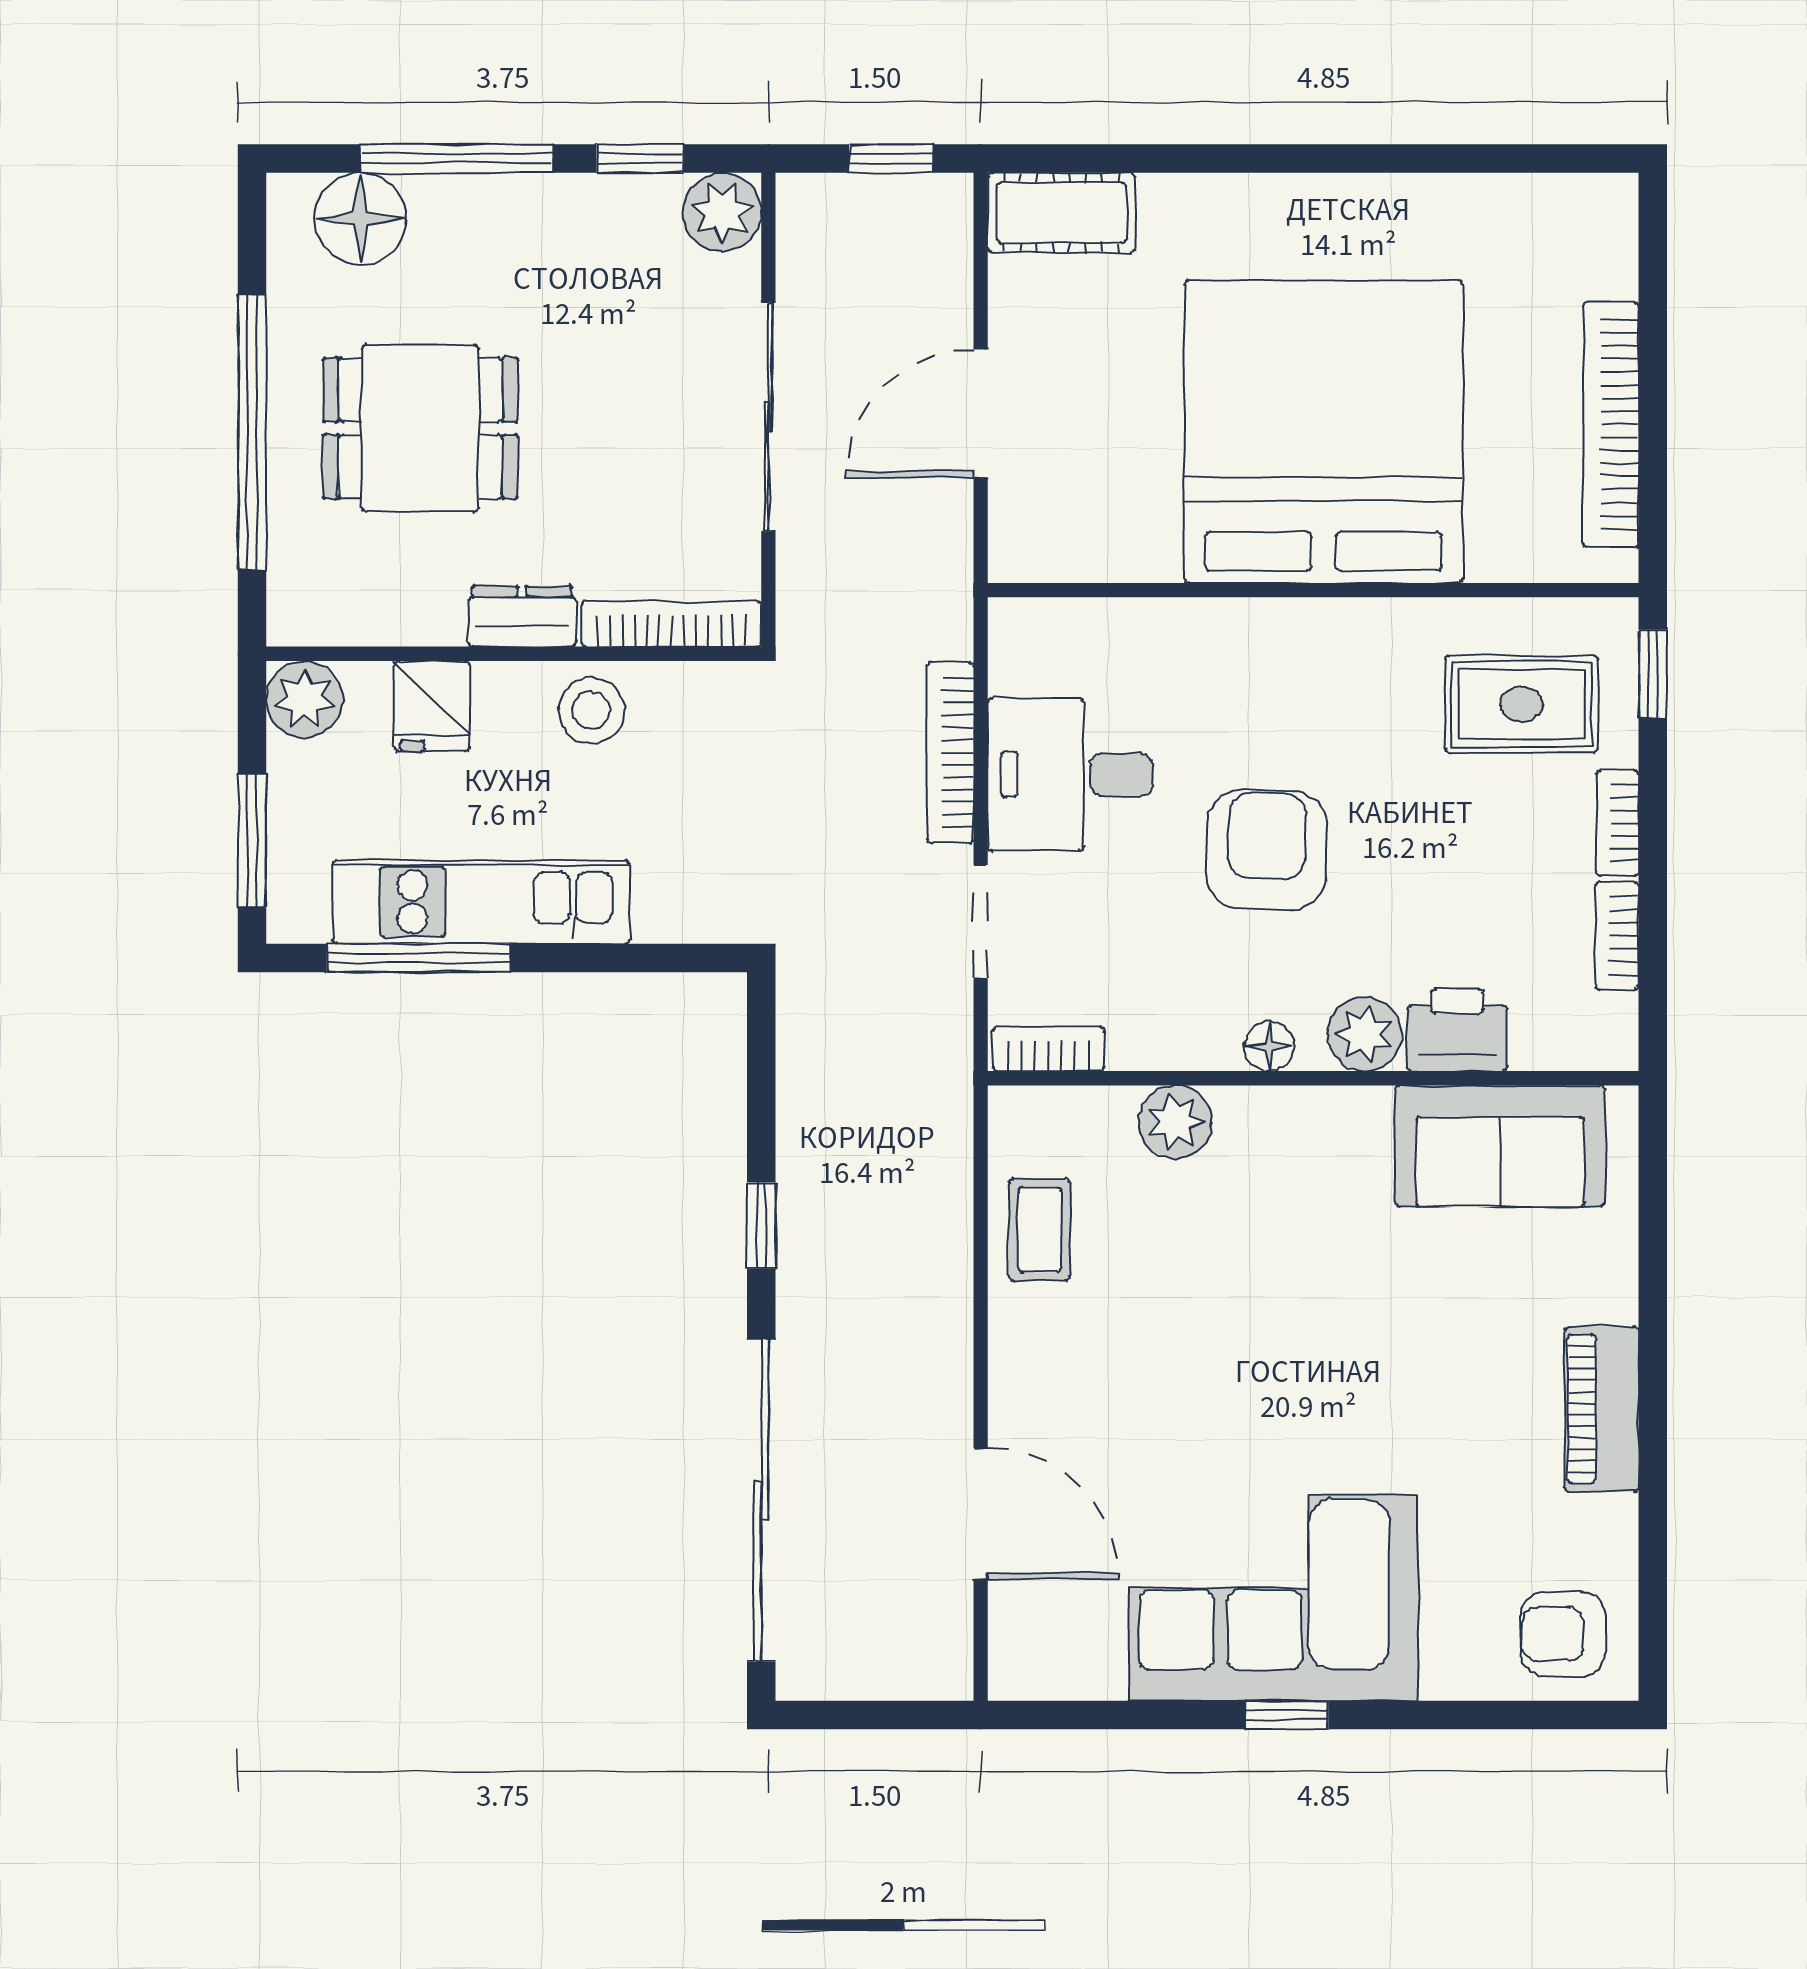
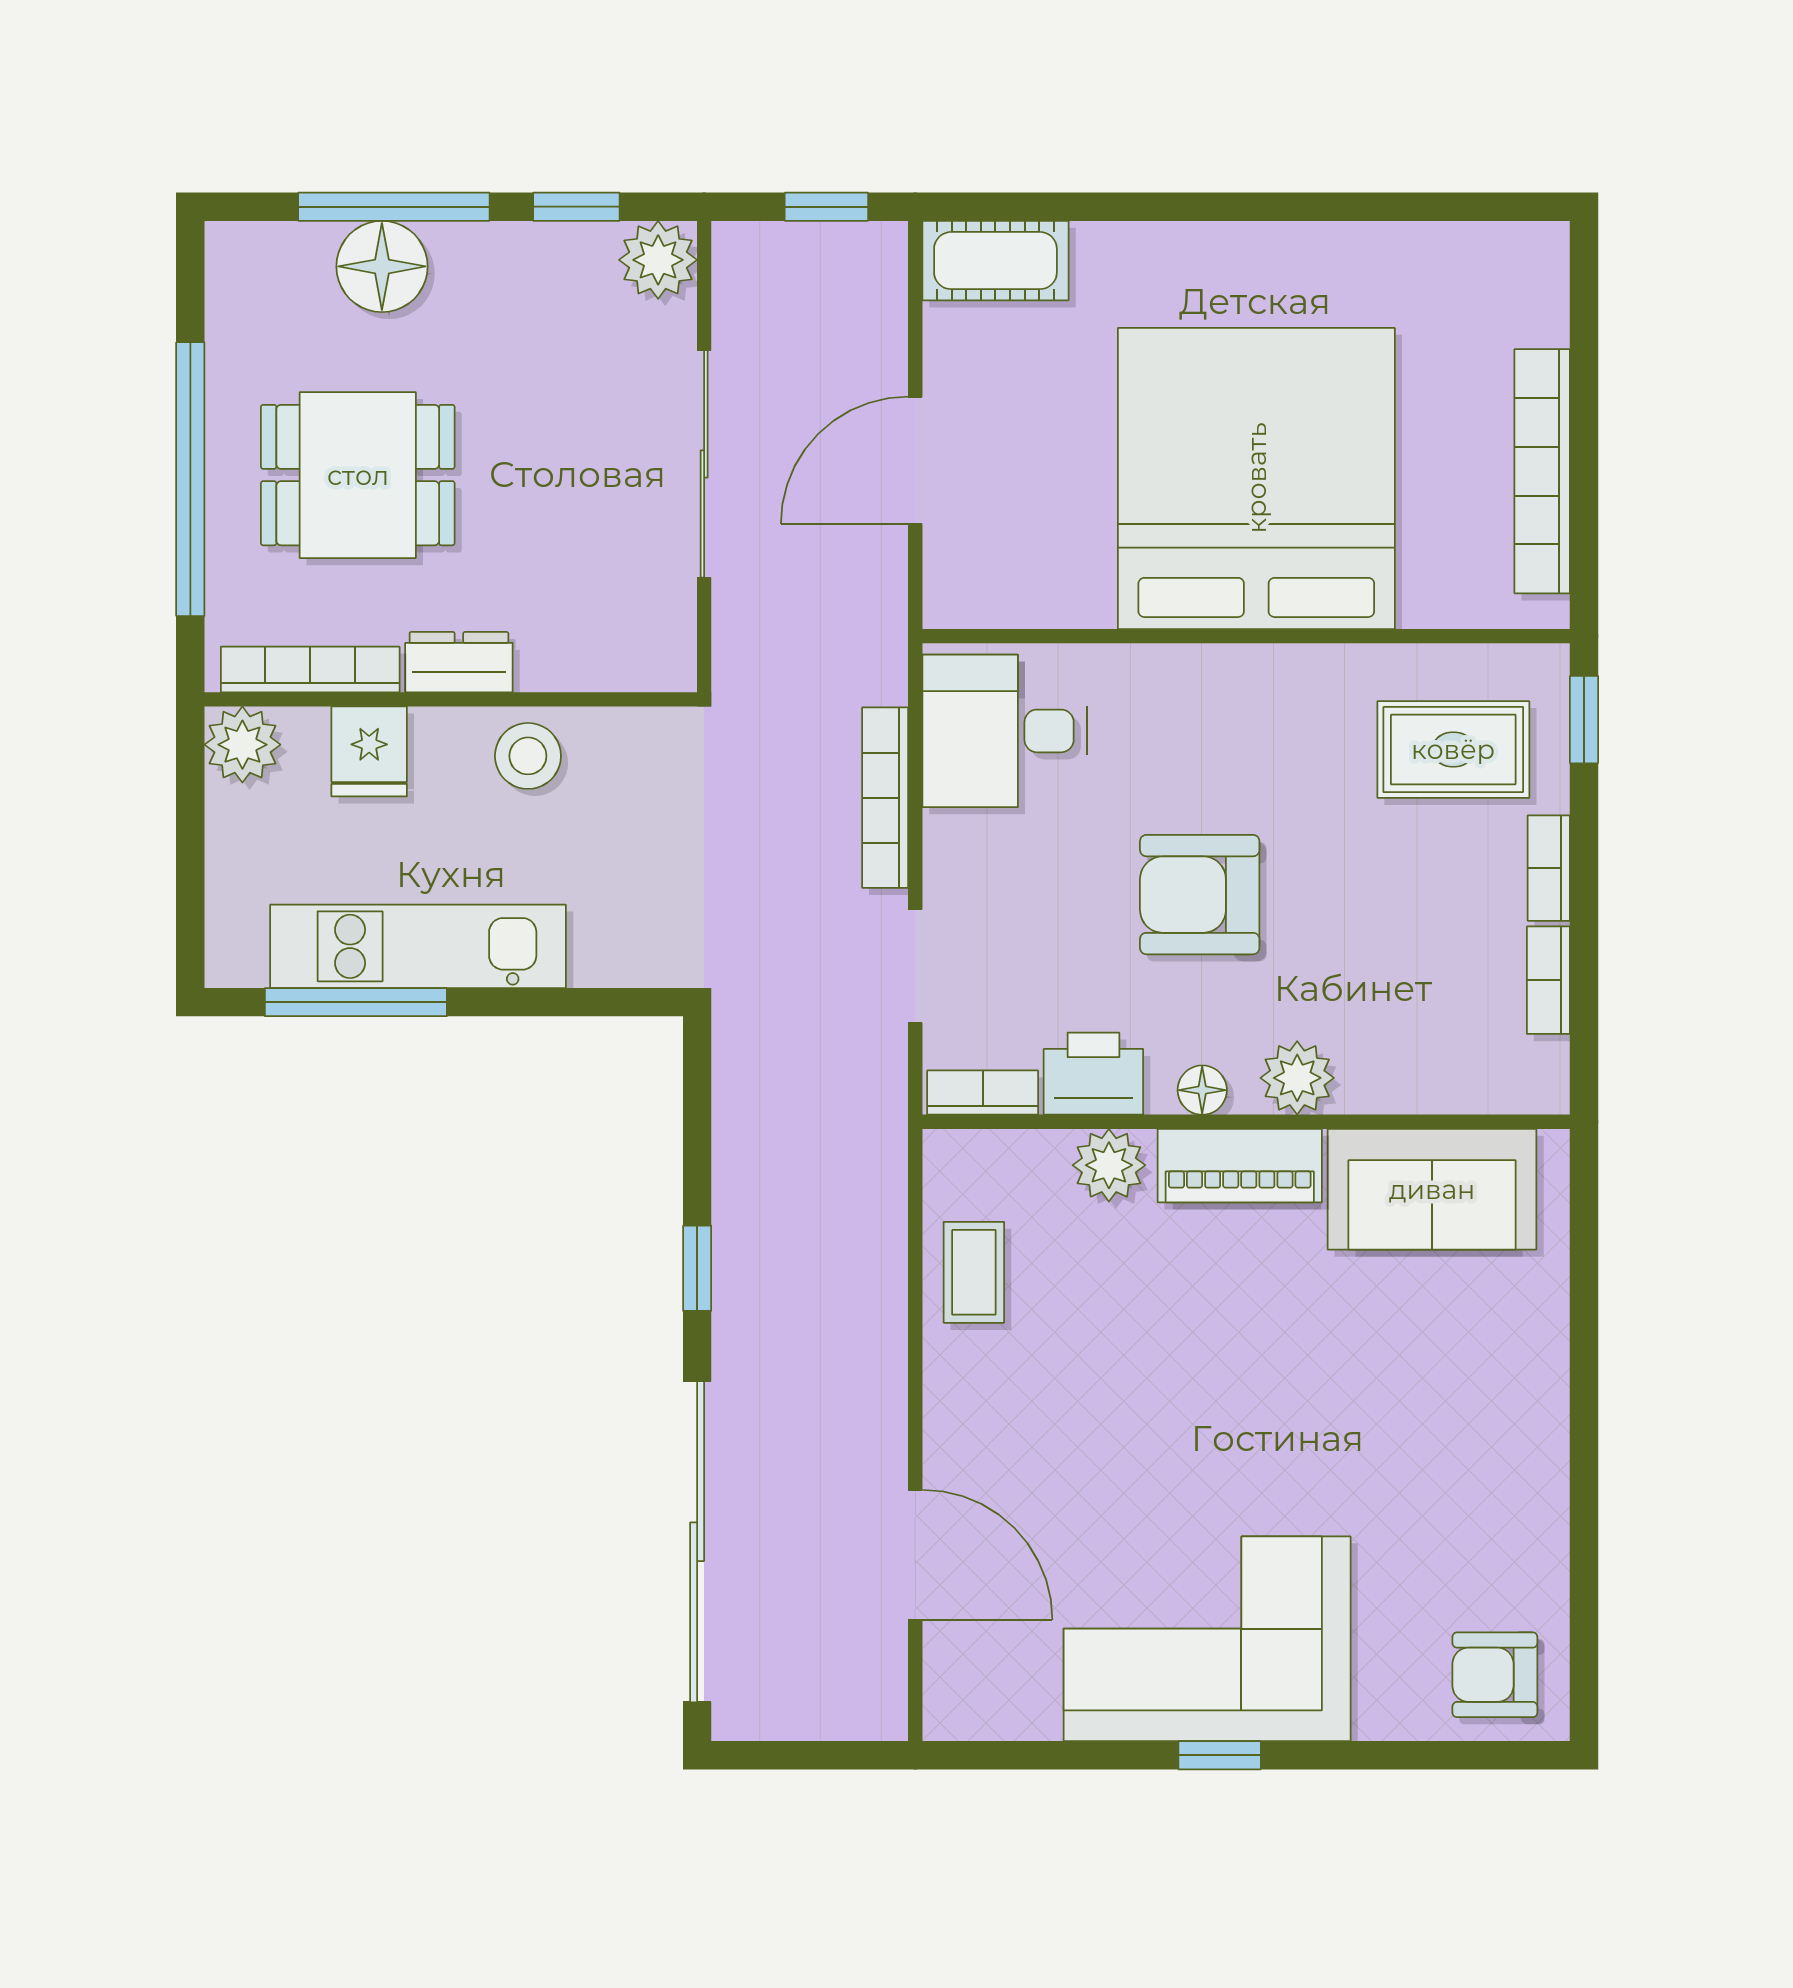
floor lamp: (360, 219) -> (382, 266), moved
bookcase: (671, 624) -> (310, 670), moved
desk: (1070, 774) -> (1005, 731), moved
window: (252, 840) -> (190, 885), removed
armchair: (1267, 850) -> (1200, 895), turned -92
printer: (1457, 1030) -> (1093, 1074), moved
piano: (1602, 1409) -> (1240, 1166), moved, turned -90

